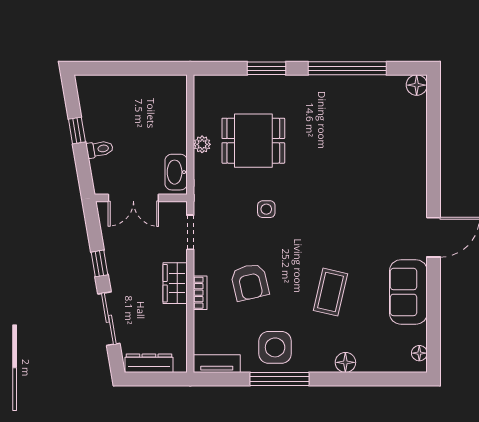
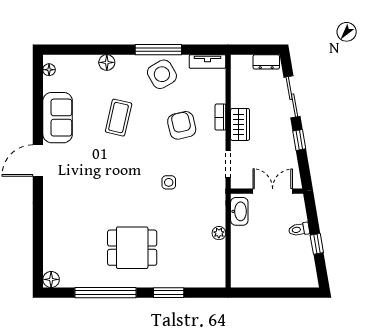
dining table: (253, 141) -> (132, 248), moved
side table: (275, 347) -> (162, 74), turned -30
dresser: (149, 363) -> (266, 62), width x0.70

